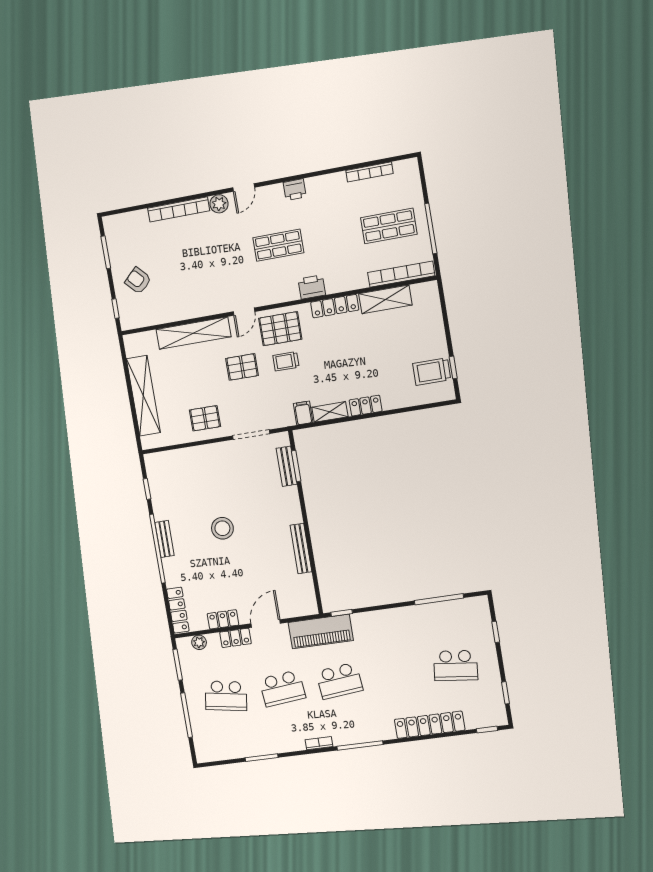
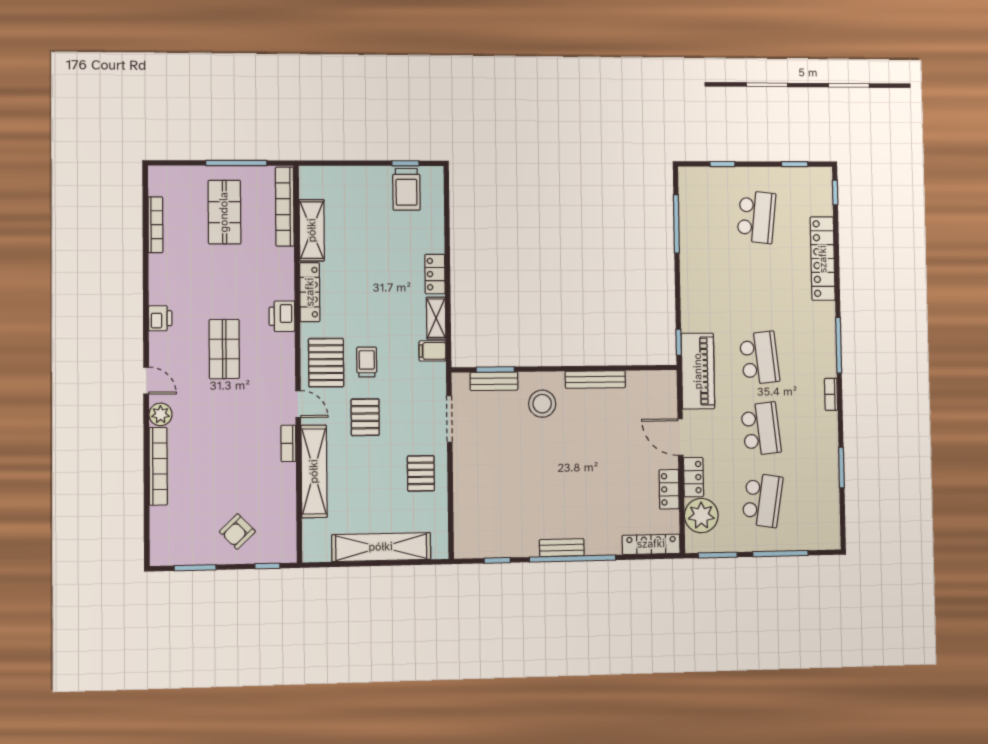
bookcase: (212, 309) -> (288, 443), added
trolley: (286, 361) -> (367, 362), turned 180
stool: (222, 528) -> (542, 404), moved
plant: (199, 642) -> (701, 516), width x1.87, depth x1.87

